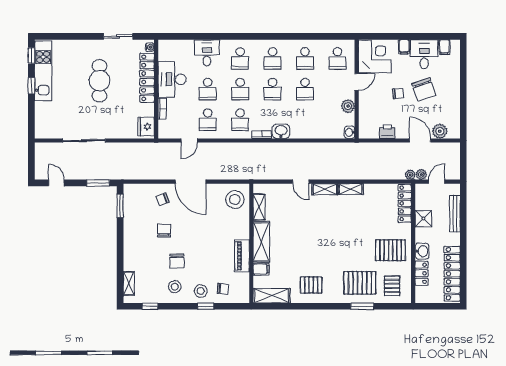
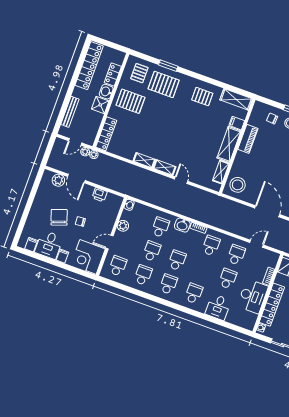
school desk: (240, 89) -> (160, 227), moved
shower: (423, 219) -> (100, 105), moved

